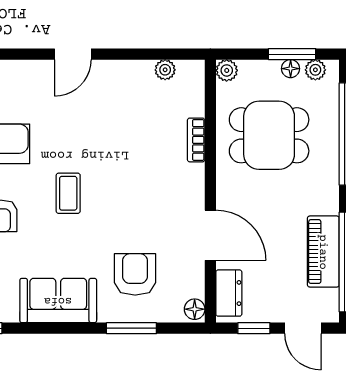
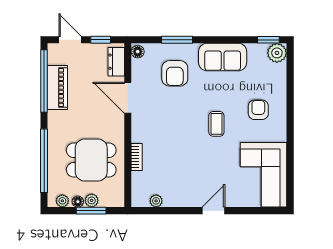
window: (292, 54) -> (91, 211), moved
plant: (227, 70) -> (92, 200), moved

